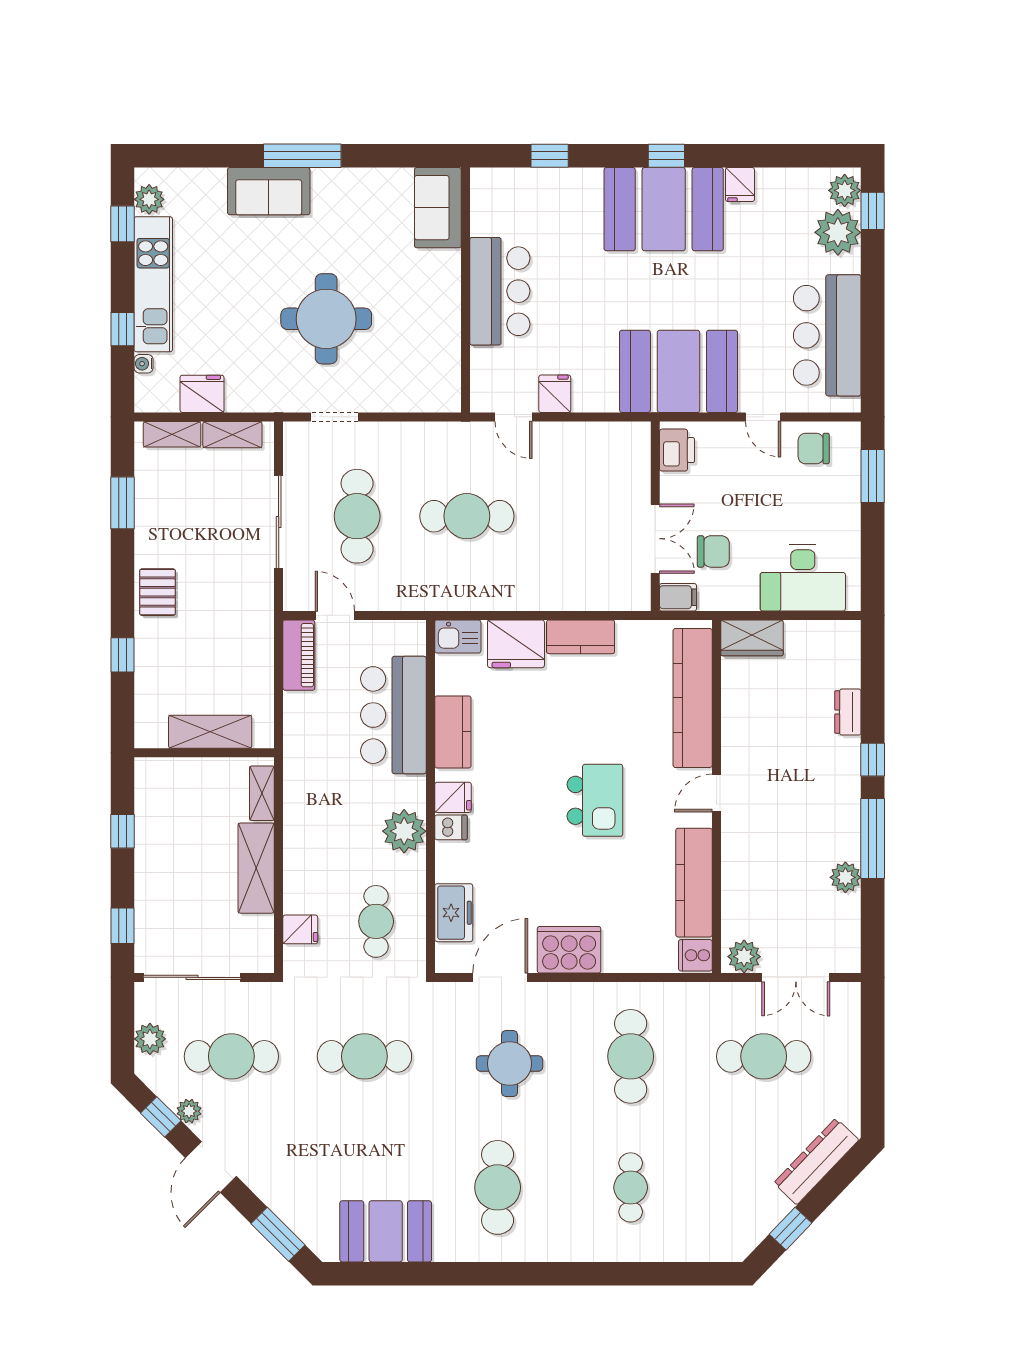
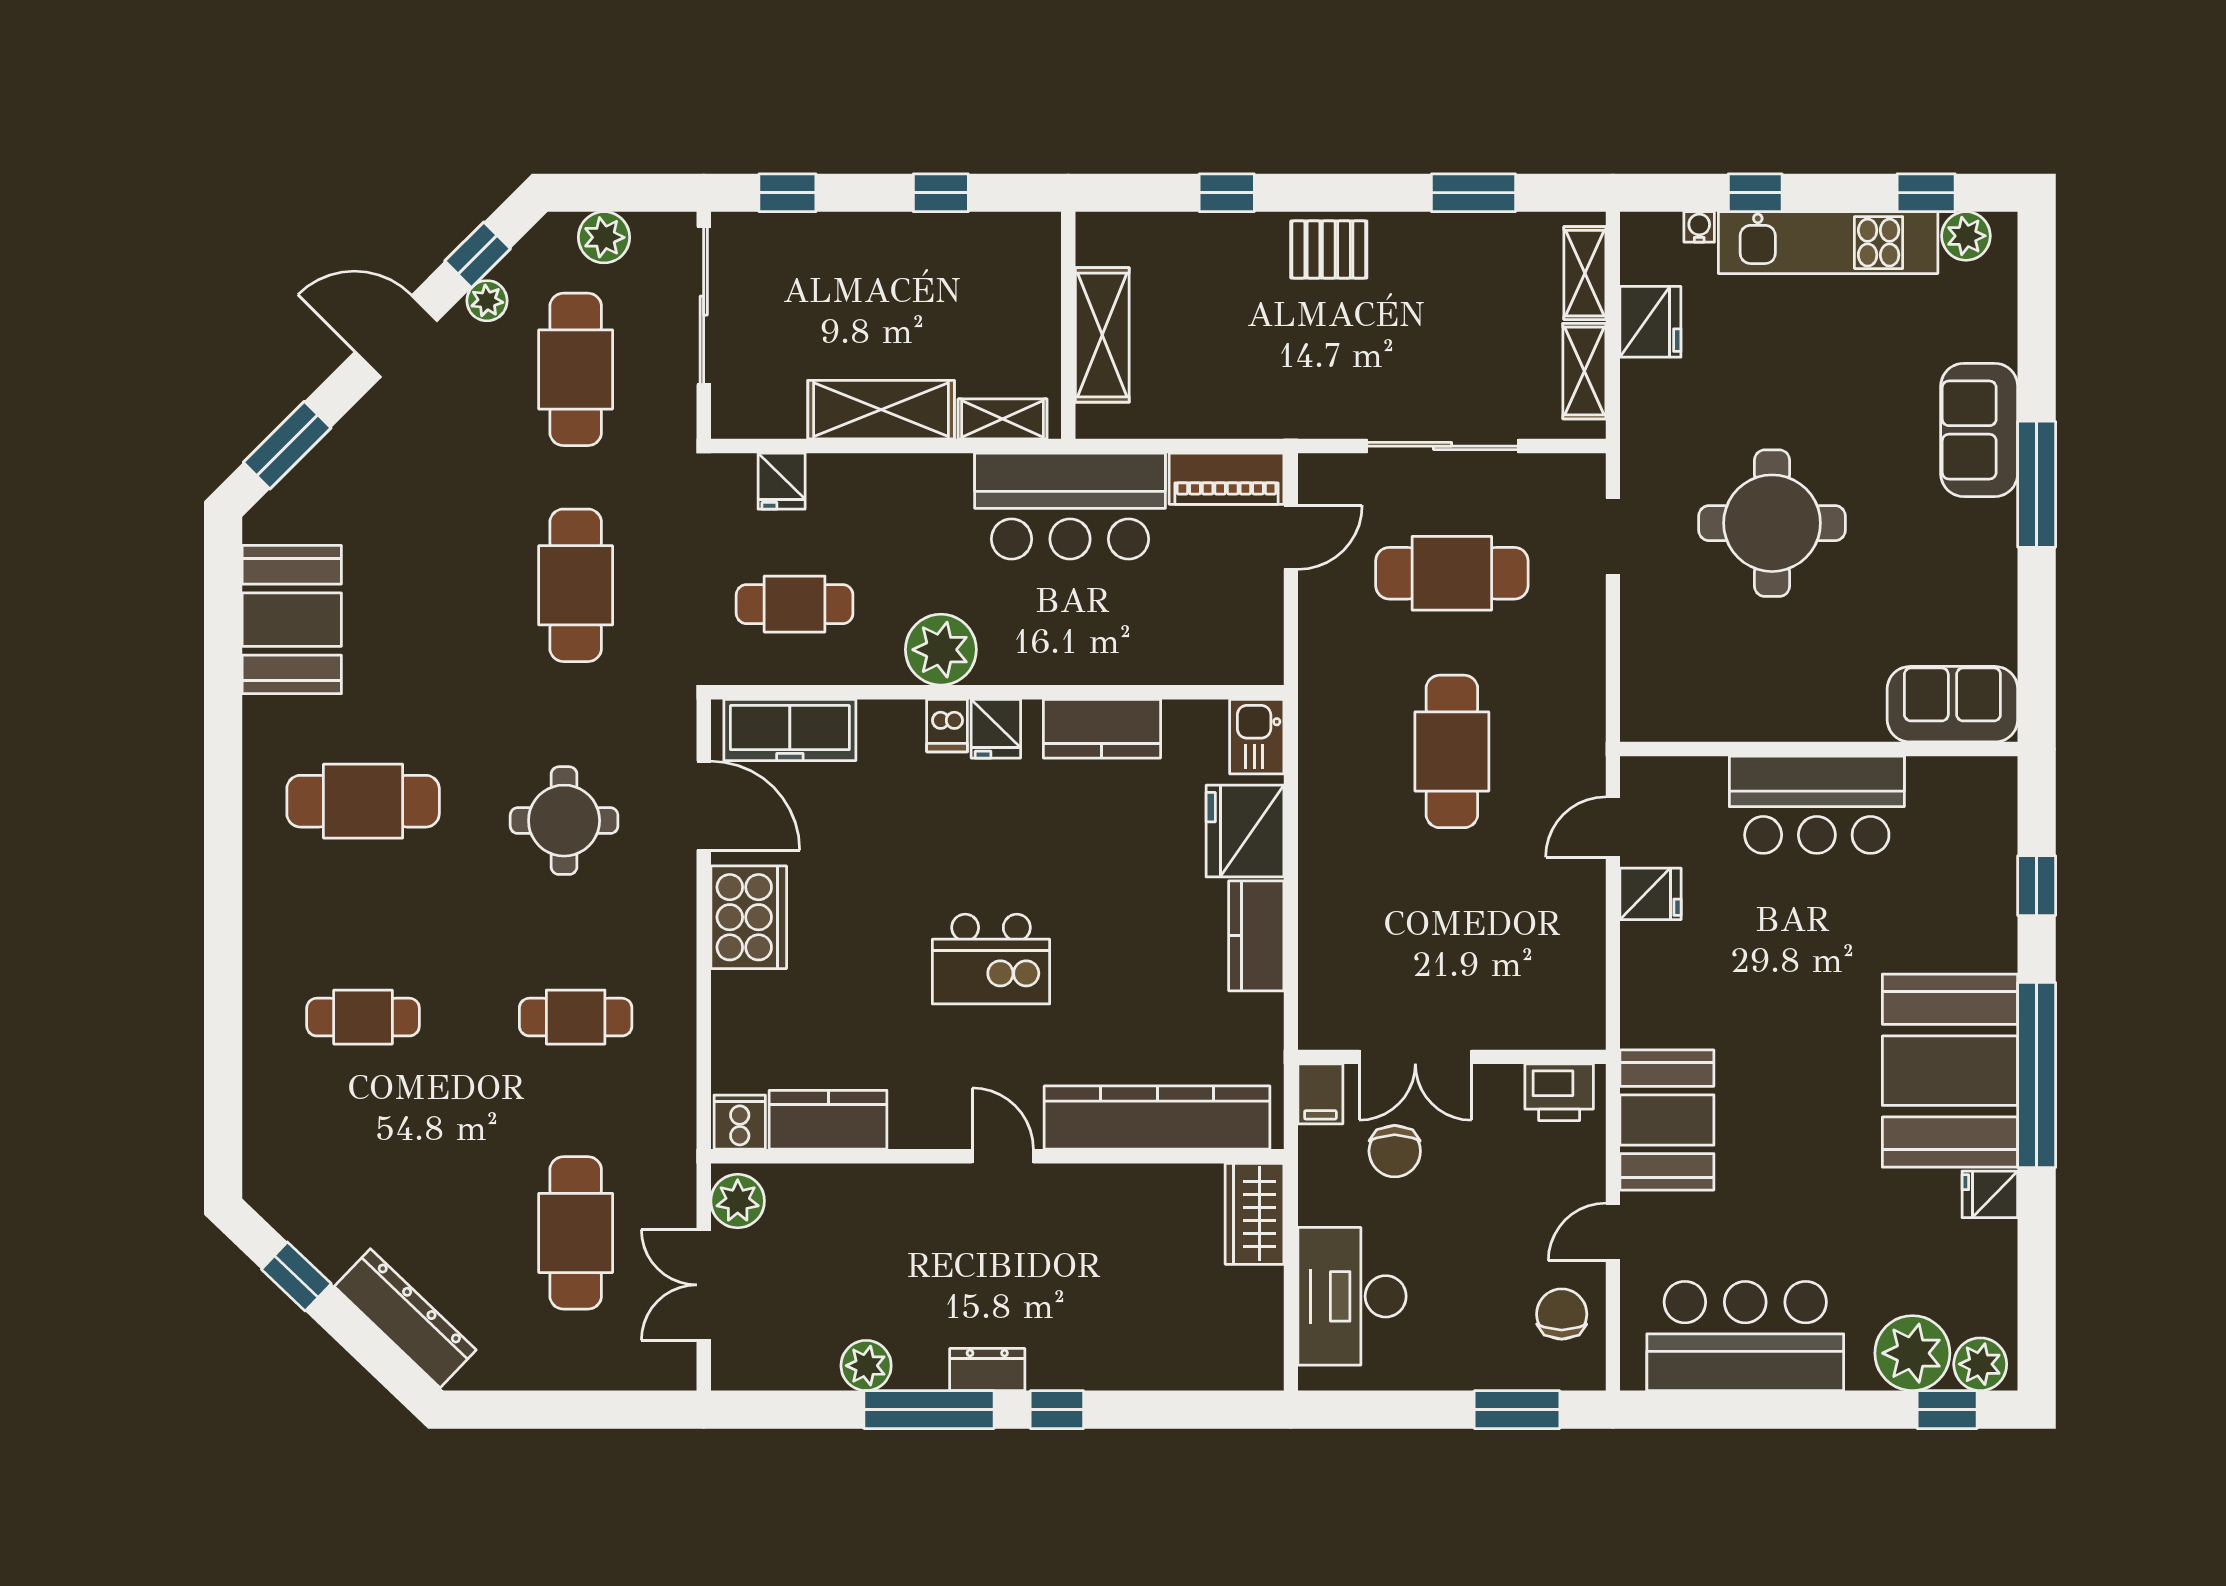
window: (666, 156) -> (2037, 1075), width x3.17
booth: (678, 371) -> (1667, 1120), width x0.73, depth x0.70
dresser: (848, 712) -> (987, 1370), moved
bar counter: (393, 715) -> (1070, 506), moved, turned 180
kitchen counter: (694, 883) -> (828, 1120), width x0.67
freezer: (454, 913) -> (790, 730), width x1.40
cafe table: (631, 1056) -> (576, 1017), width x0.73, depth x0.74

